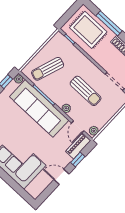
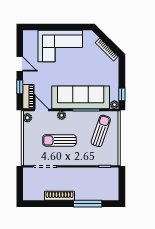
rug: (88, 30) -> (98, 185), removed
door: (61, 177) -> (20, 64), hinge flipped

